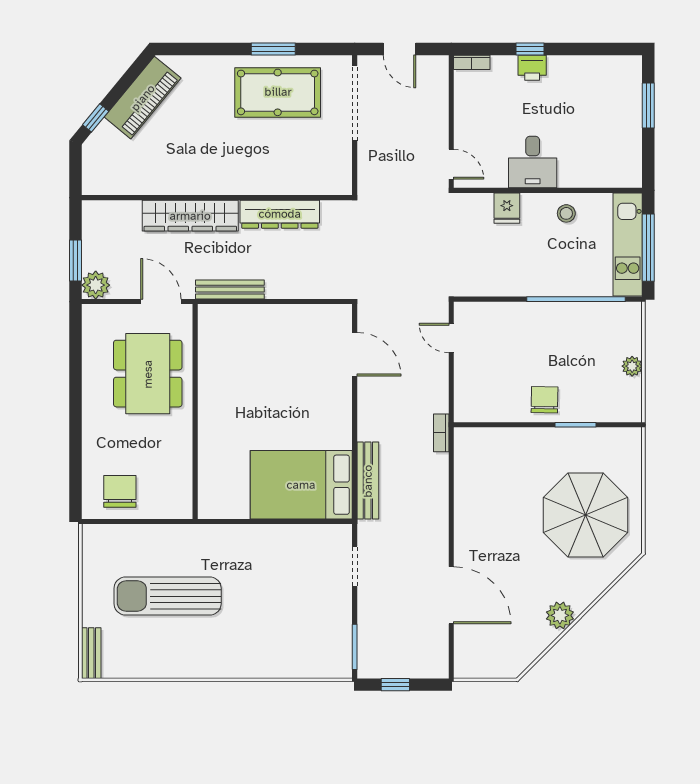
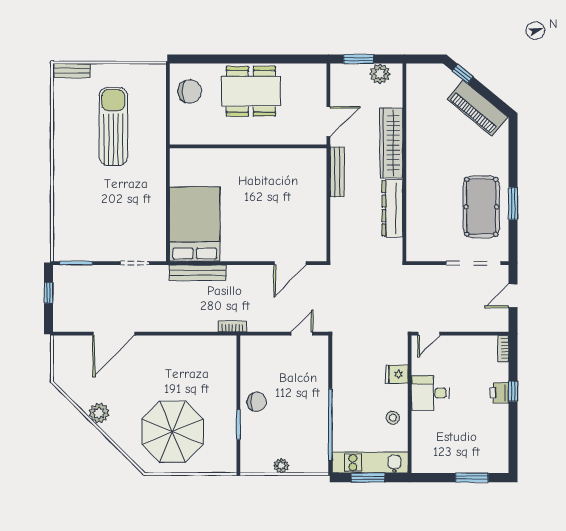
window: (648, 248) -> (368, 478), width x0.69
plant: (96, 285) -> (380, 74), moved
dining table: (148, 374) -> (251, 91), moved

